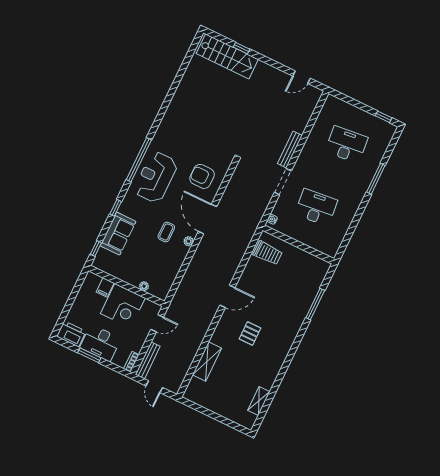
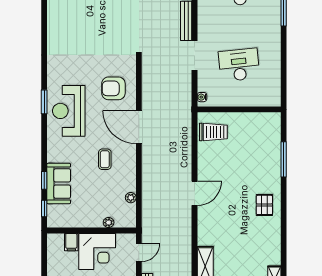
window: (139, 160) -> (44, 102), width x0.47
window: (116, 208) -> (44, 180), moved
plant: (189, 241) -> (131, 198), moved
pallet: (250, 334) -> (264, 205), moved

